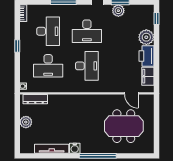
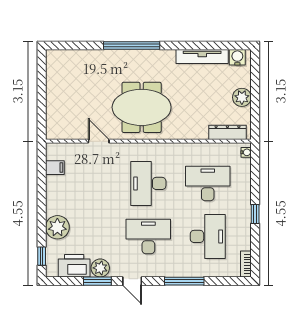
desk: (48, 31) -> (208, 236), turned 180
printer: (147, 56) -> (74, 266), moved, turned -90
filing cabinet: (148, 76) -> (55, 168), width x0.50
door: (131, 93) -> (99, 141), moved
meeting table: (124, 126) -> (142, 107), moved
water cooler: (75, 148) -> (237, 57), moved

